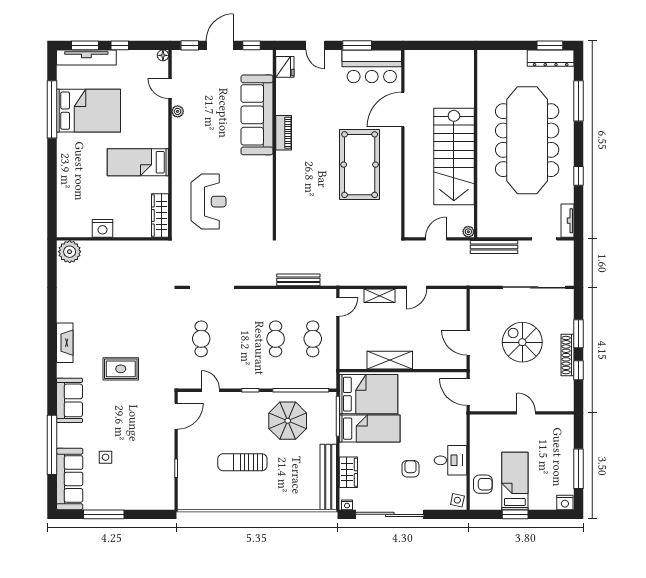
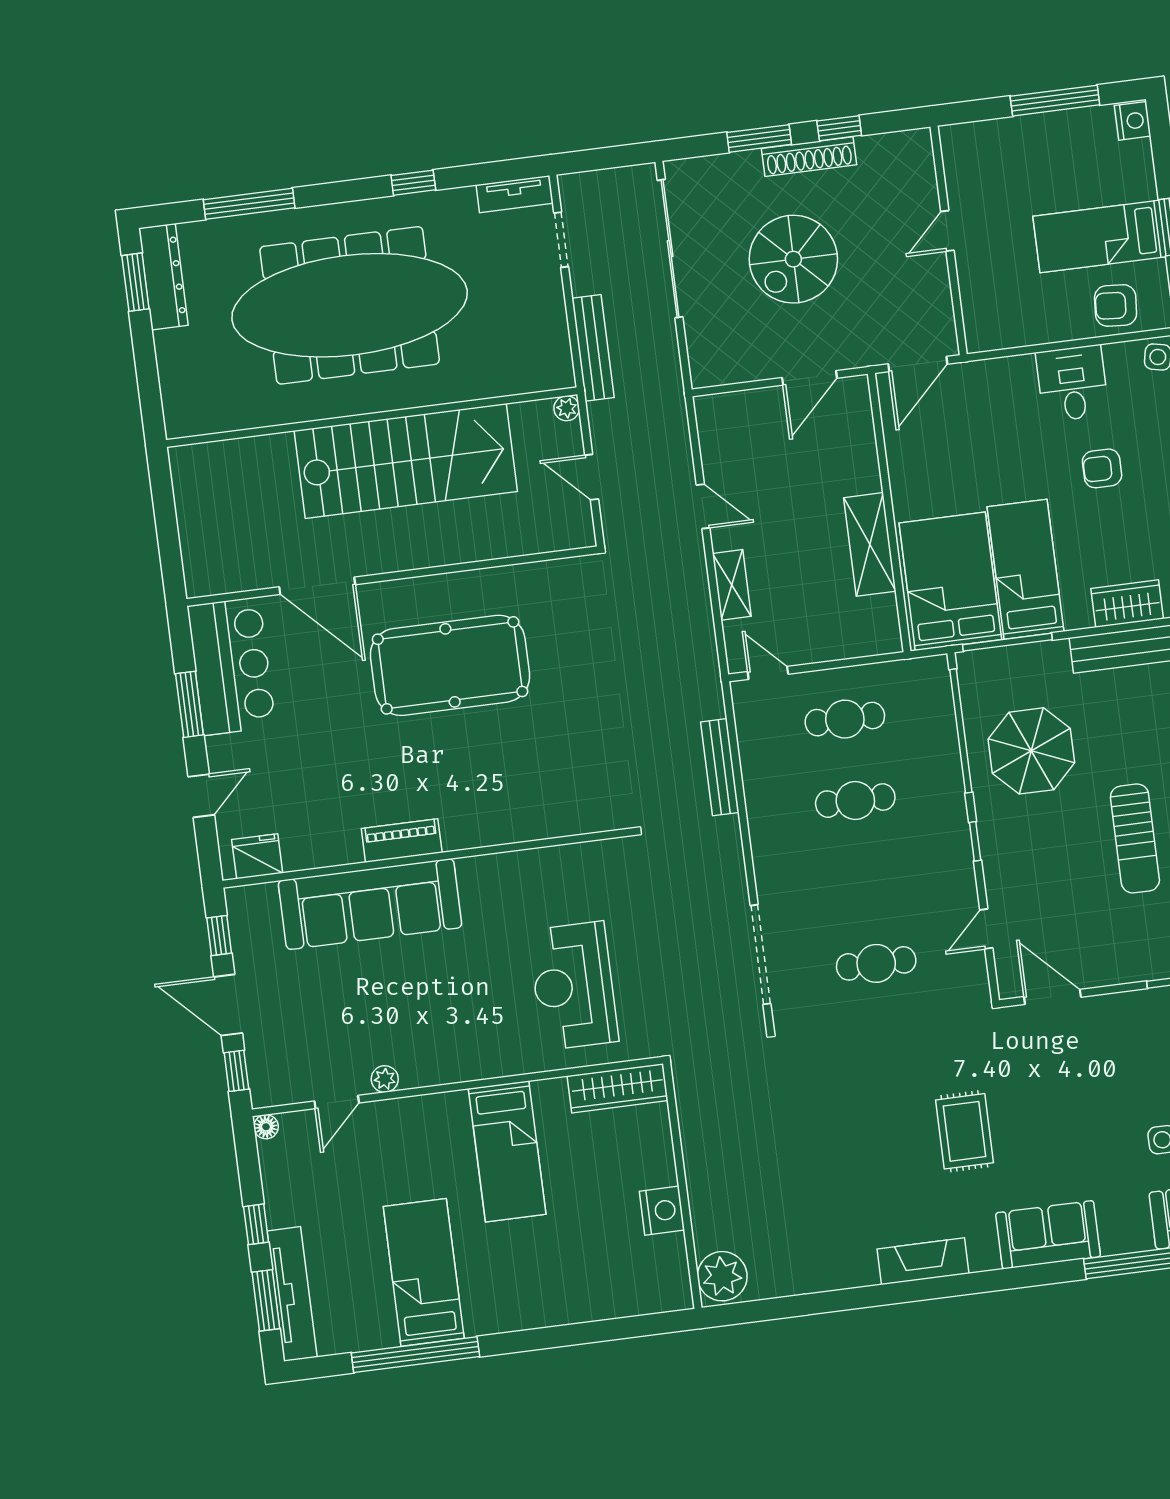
bed: (88, 111) -> (424, 1272), width x0.67
reception desk: (209, 202) -> (573, 986), turned -90
armchair: (483, 484) -> (1116, 305), turned -86

